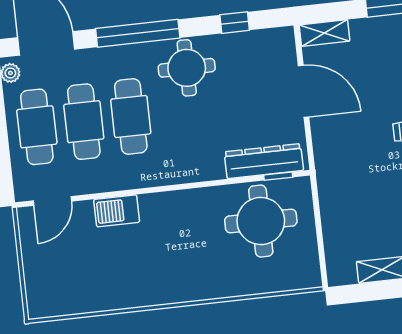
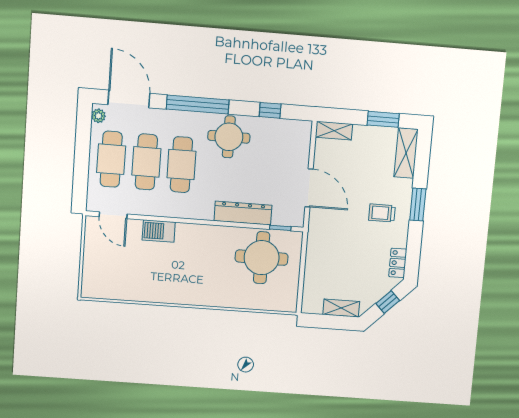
door: (304, 91) -> (309, 188), moved
dresser: (264, 161) -> (243, 213), moved
door: (52, 201) -> (113, 215), hinge flipped

